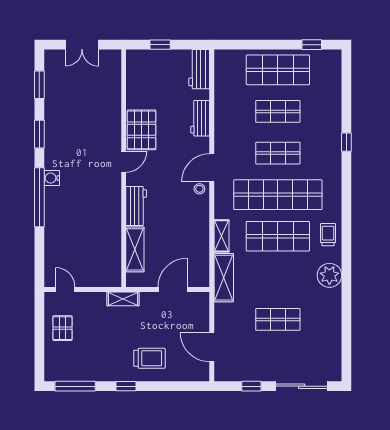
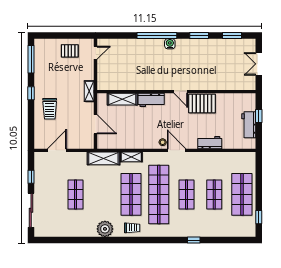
workbench: (199, 69) -> (249, 125), moved, turned -90

